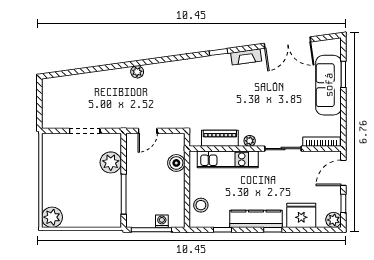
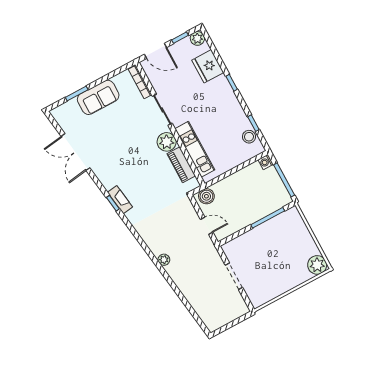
double door: (287, 43) -> (75, 152), swing flipped
fireplace: (246, 57) -> (120, 200), moved
sofa: (329, 85) -> (98, 97), width x0.73
plant: (250, 141) -> (167, 142), width x1.88, depth x1.88
plant: (111, 162) -> (248, 242), removed
boiler: (176, 163) -> (206, 196), moved
stool: (201, 205) -> (249, 137), moved
kitchen counter: (256, 219) -> (230, 101), removed
washing machine: (162, 221) -> (266, 162), moved

